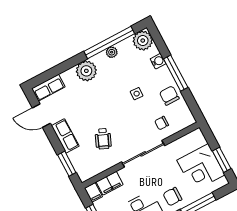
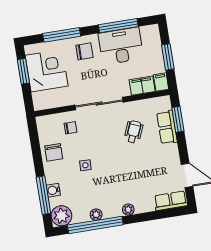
plant: (86, 71) -> (128, 210), width x0.53, depth x0.53
window: (176, 73) -> (43, 195), moved
row of seats: (65, 136) -> (167, 127), moved

